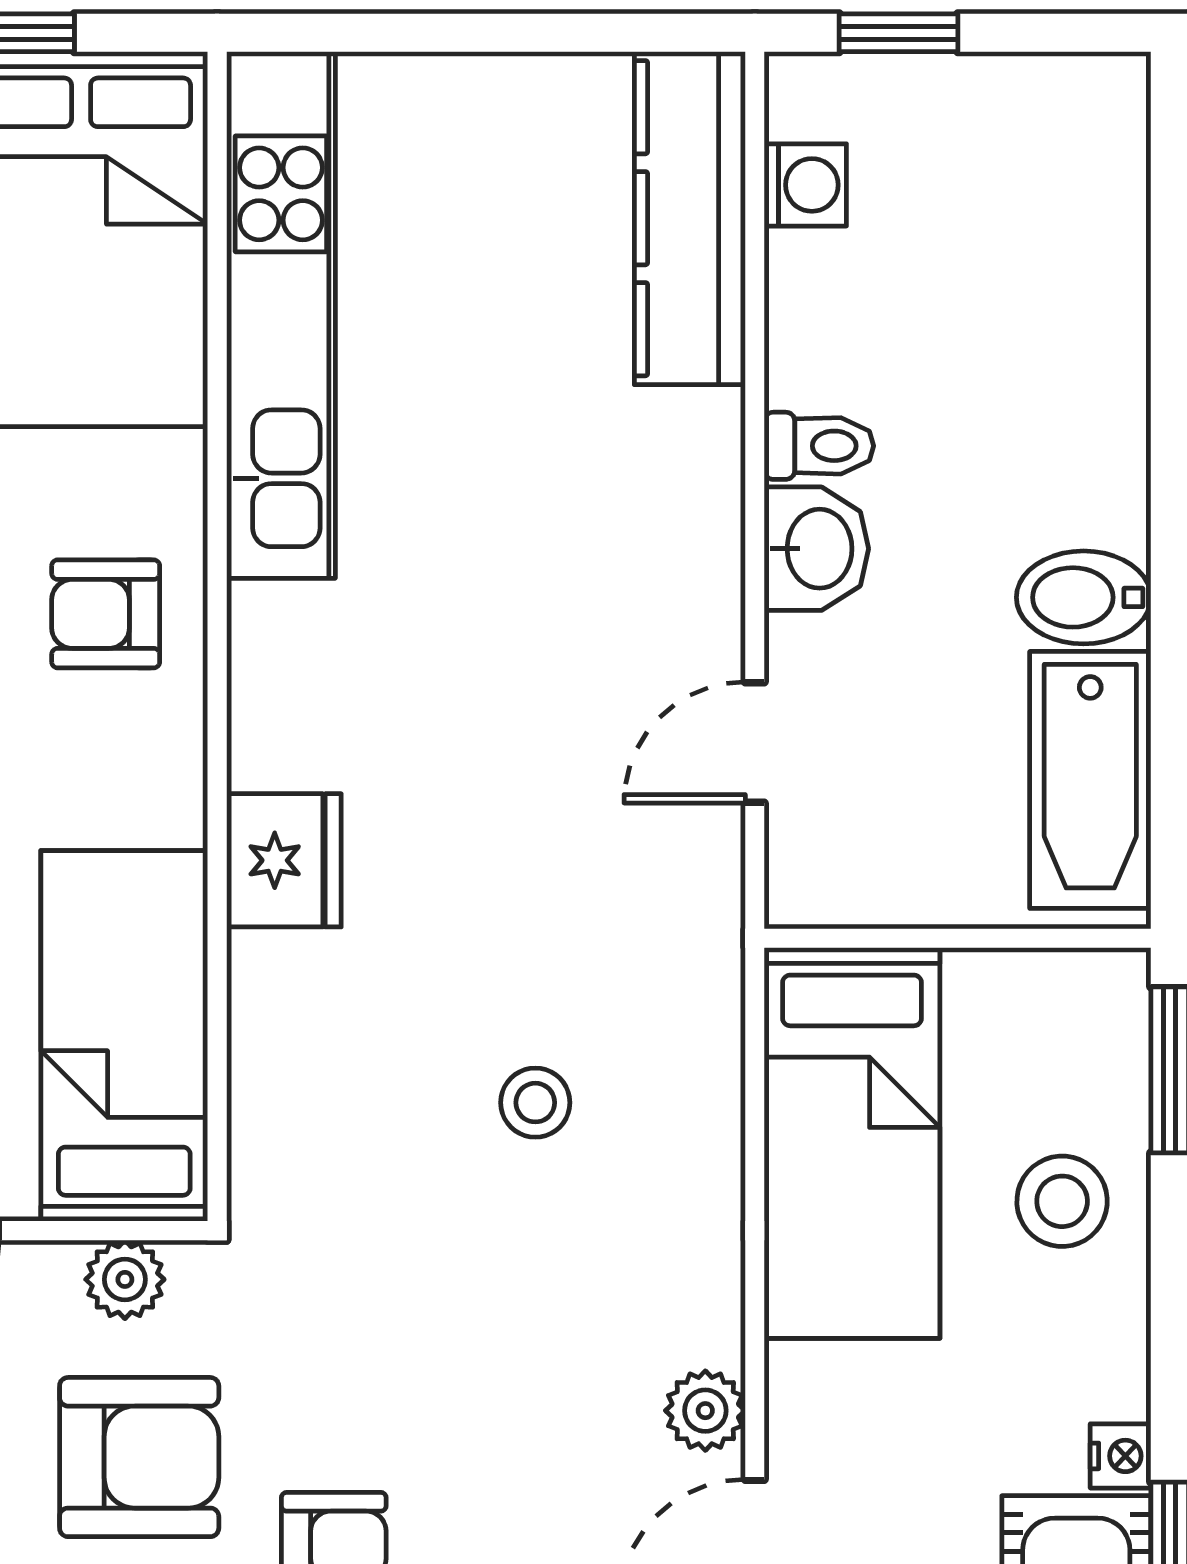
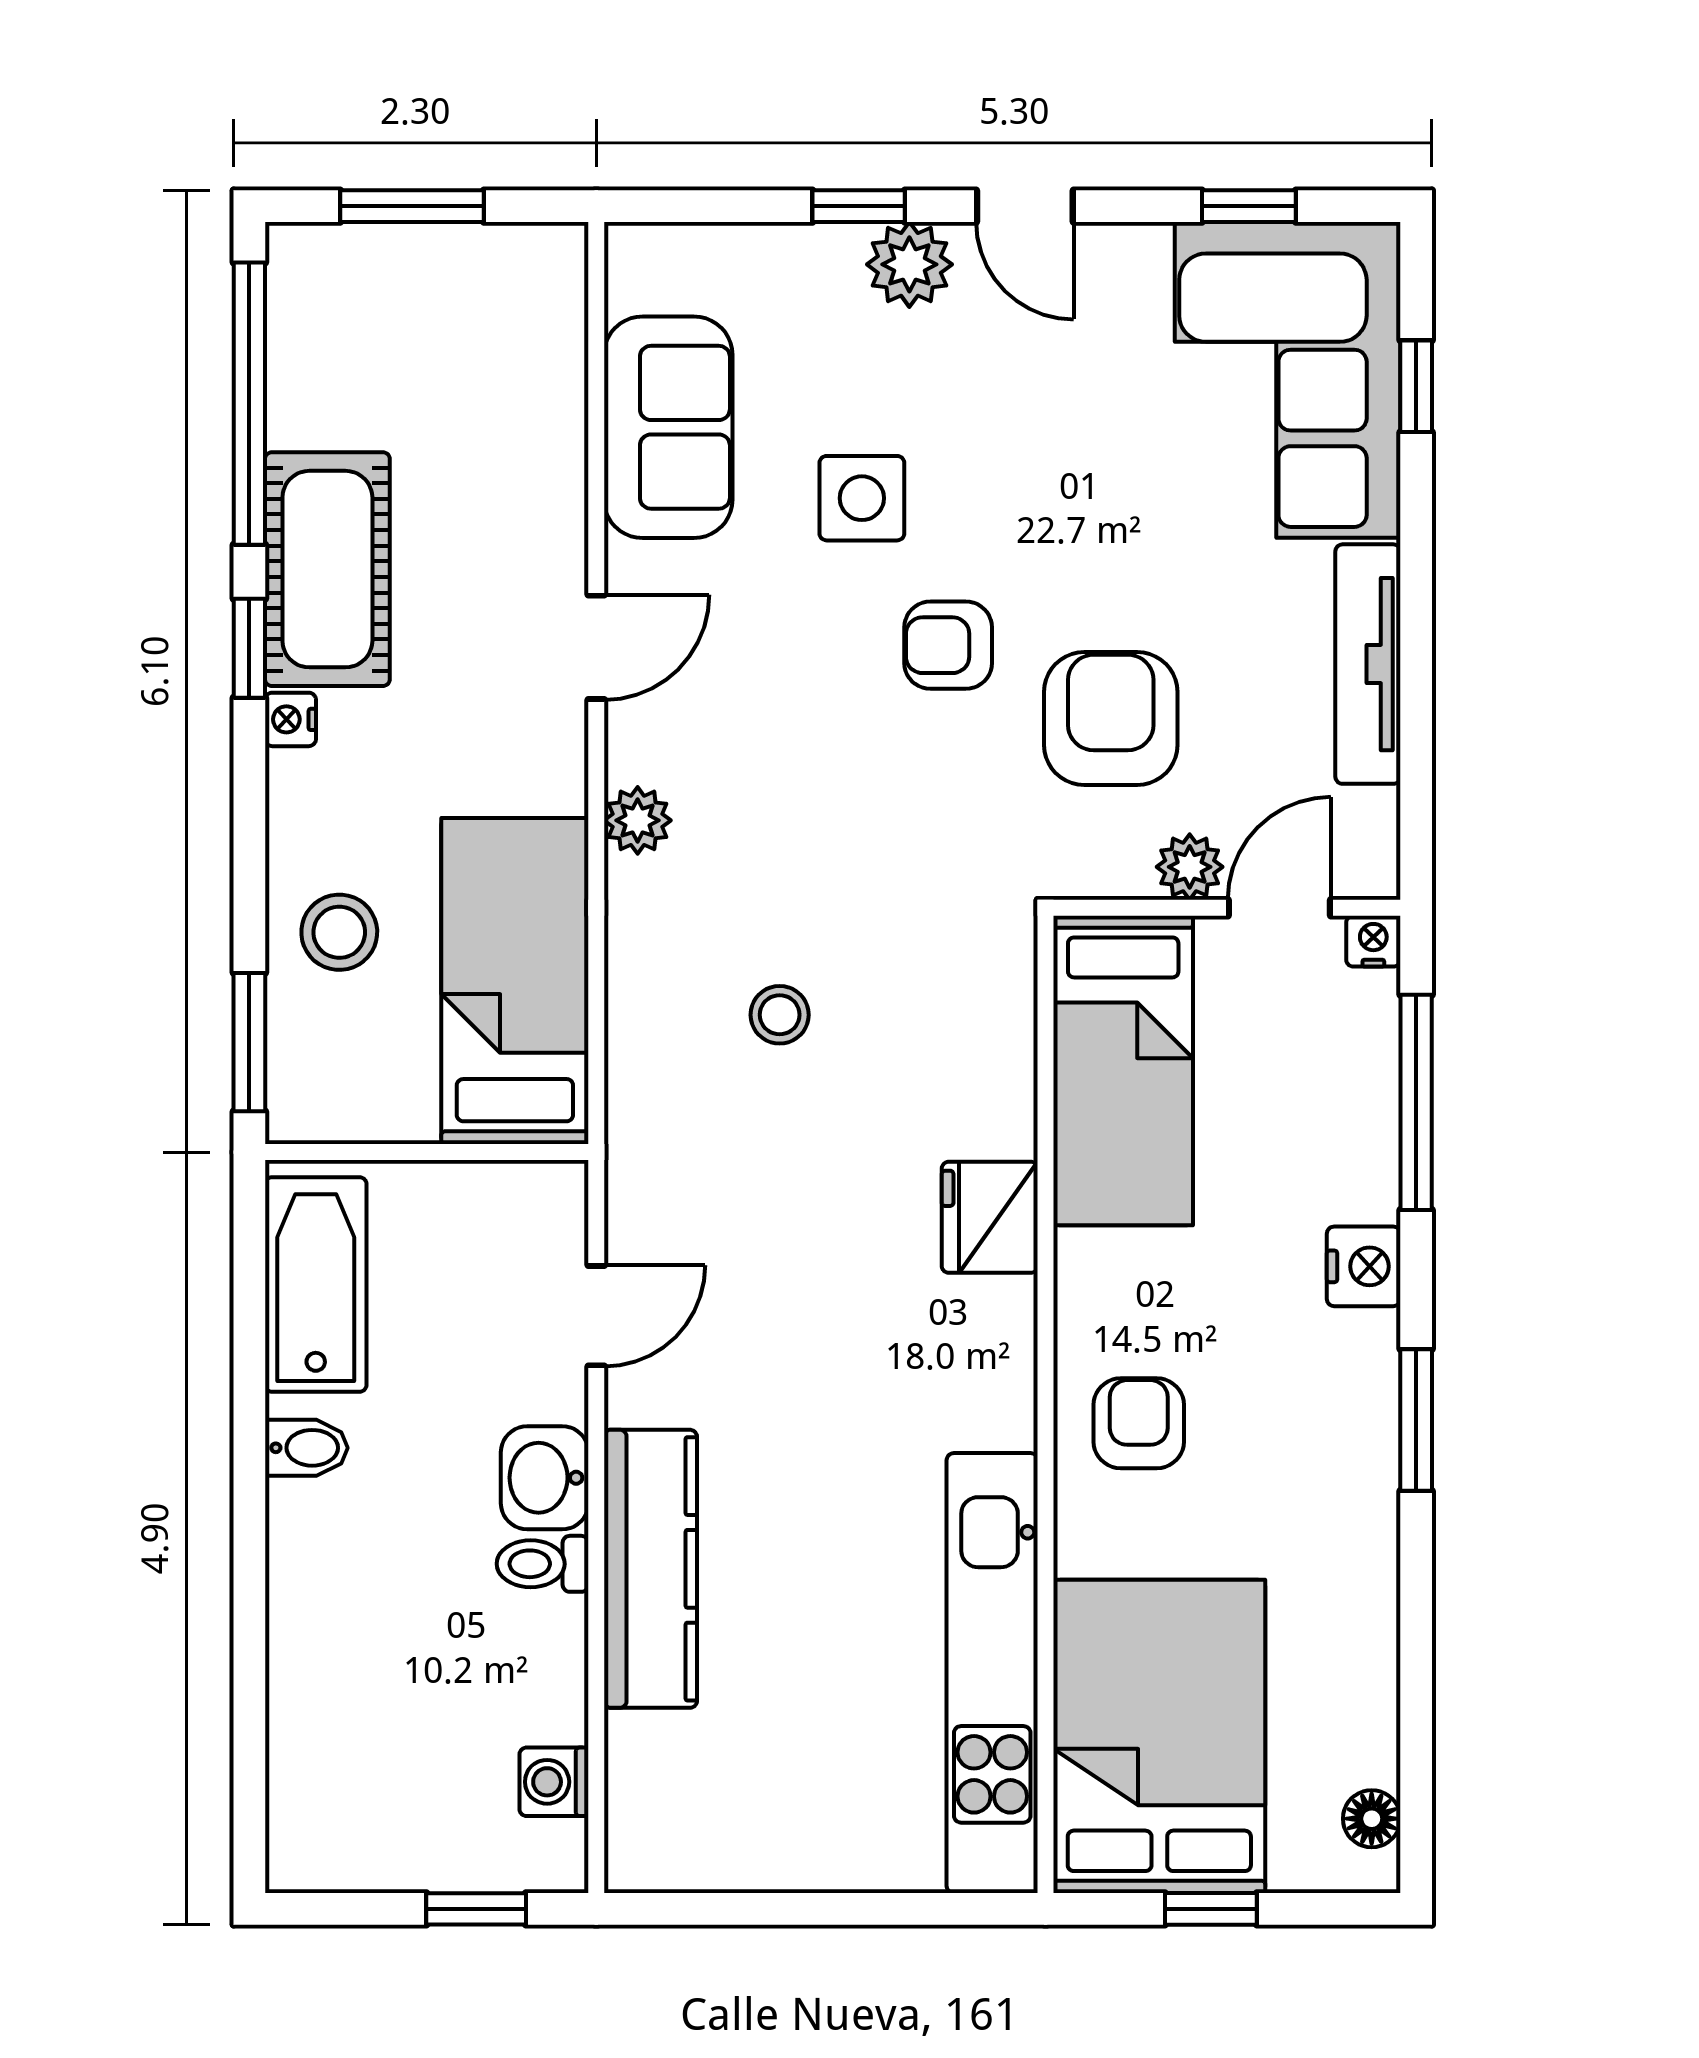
kitchen counter: (690, 218) -> (650, 1569), moved
bidet: (1084, 597) -> (306, 1448), width x0.72, depth x0.74
armchair: (106, 614) -> (1139, 1423), turned -90
plant: (125, 1279) -> (1190, 867), moved
plant: (705, 1411) -> (638, 820), moved
armchair: (139, 1457) -> (1111, 718), turned 90

